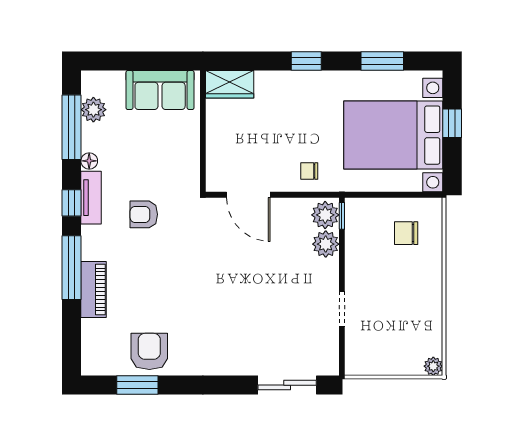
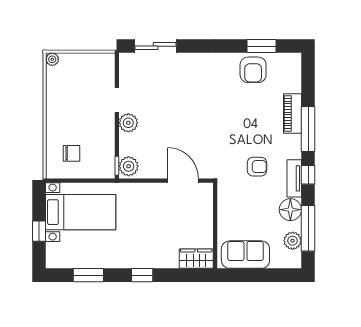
bed with nightstands: (393, 135) -> (81, 212), width x0.73
floor lamp: (89, 161) -> (290, 210), width x1.89, depth x1.89
chair: (309, 171) -> (140, 197), removed
plant: (326, 244) -> (128, 123), moved

